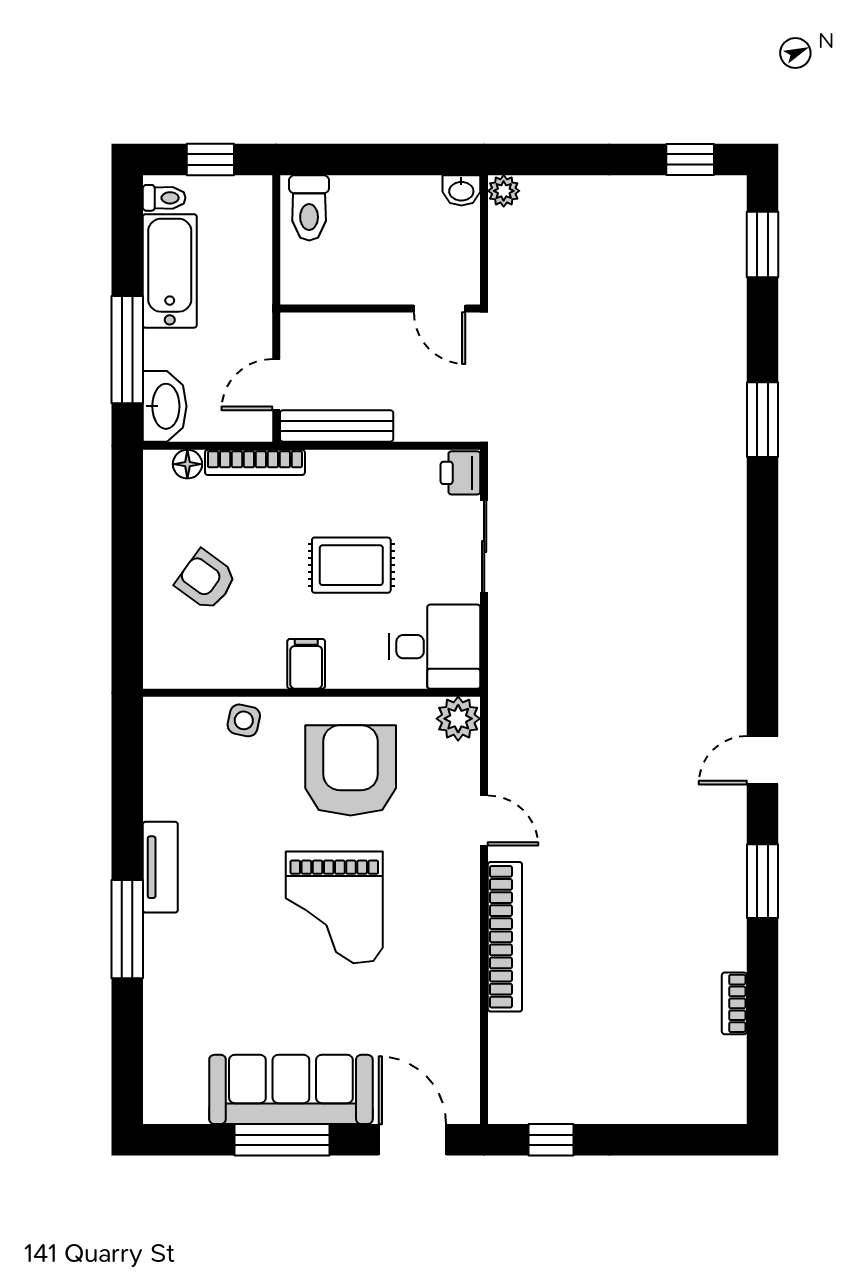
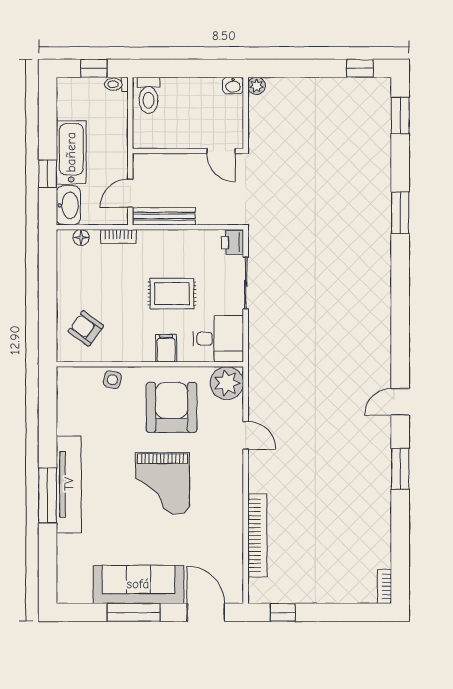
toilet: (164, 198) -> (116, 84), moved, turned 180
bathtub: (170, 271) -> (71, 152), moved
window: (127, 350) -> (48, 174), width x0.46
bookcase: (255, 462) -> (118, 236), width x0.64
armchair: (206, 580) -> (86, 329), moved
filing cabinet: (306, 664) -> (166, 348), moved
plant: (458, 719) -> (227, 383), width x1.36, depth x1.36
tv unit: (160, 867) -> (69, 484), width x1.92, depth x1.29
bookcase: (505, 937) -> (257, 535), moved
bookcase: (734, 1003) -> (385, 587), moved

